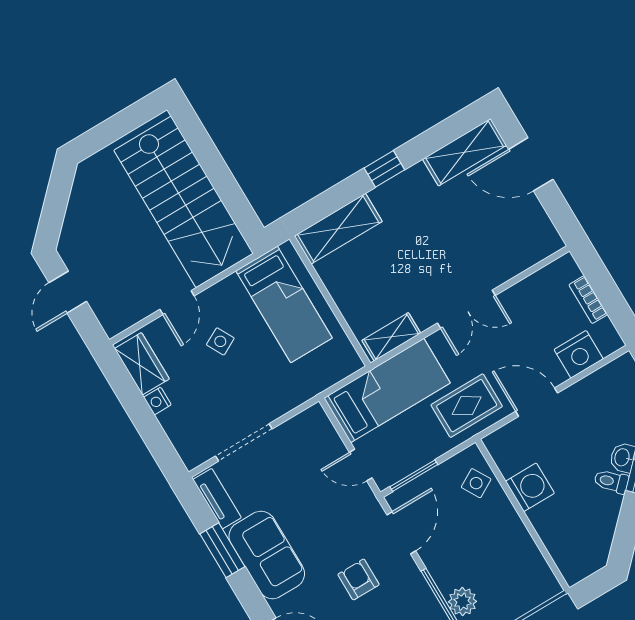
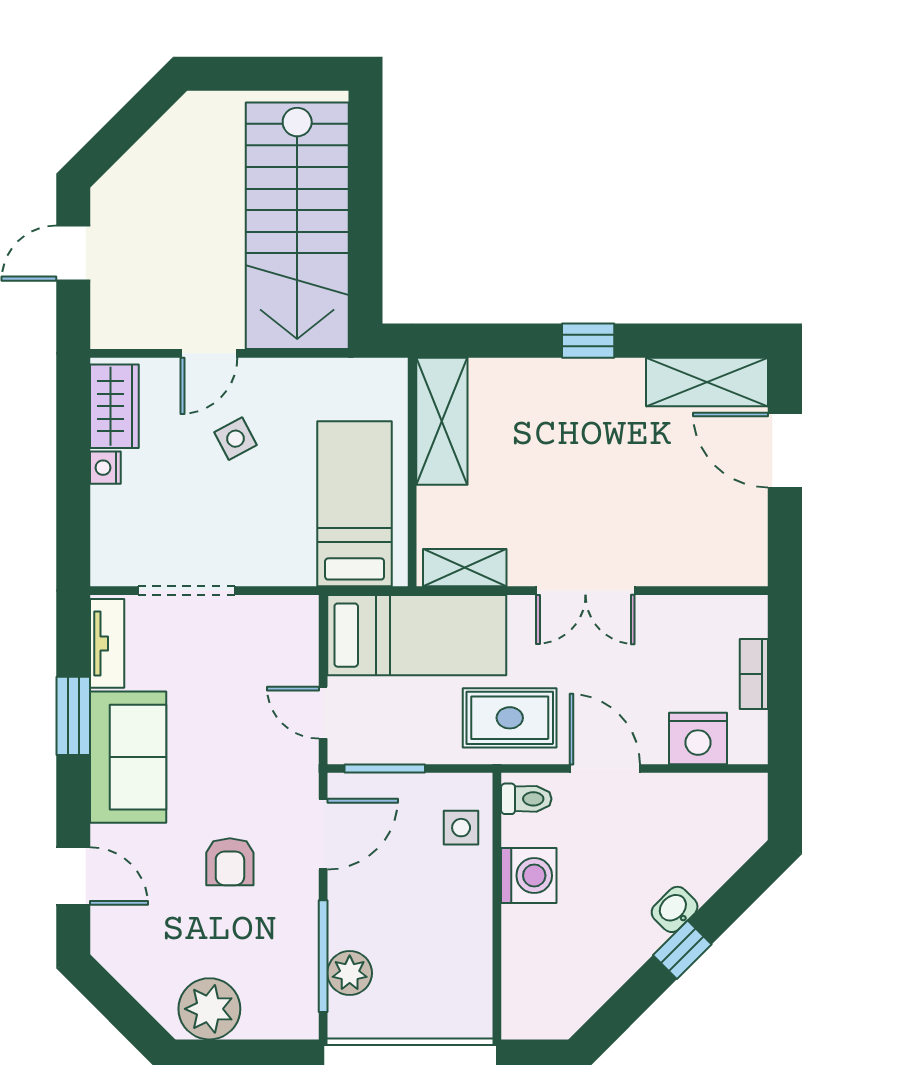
shelving: (338, 229) -> (442, 421), moved, turned 90
bed: (284, 304) -> (355, 504), moved, turned 180
toilet: (611, 481) -> (526, 799), moved, turned 135
side table: (476, 483) -> (461, 828), turned 30
armchair: (359, 579) -> (230, 862), turned 180

